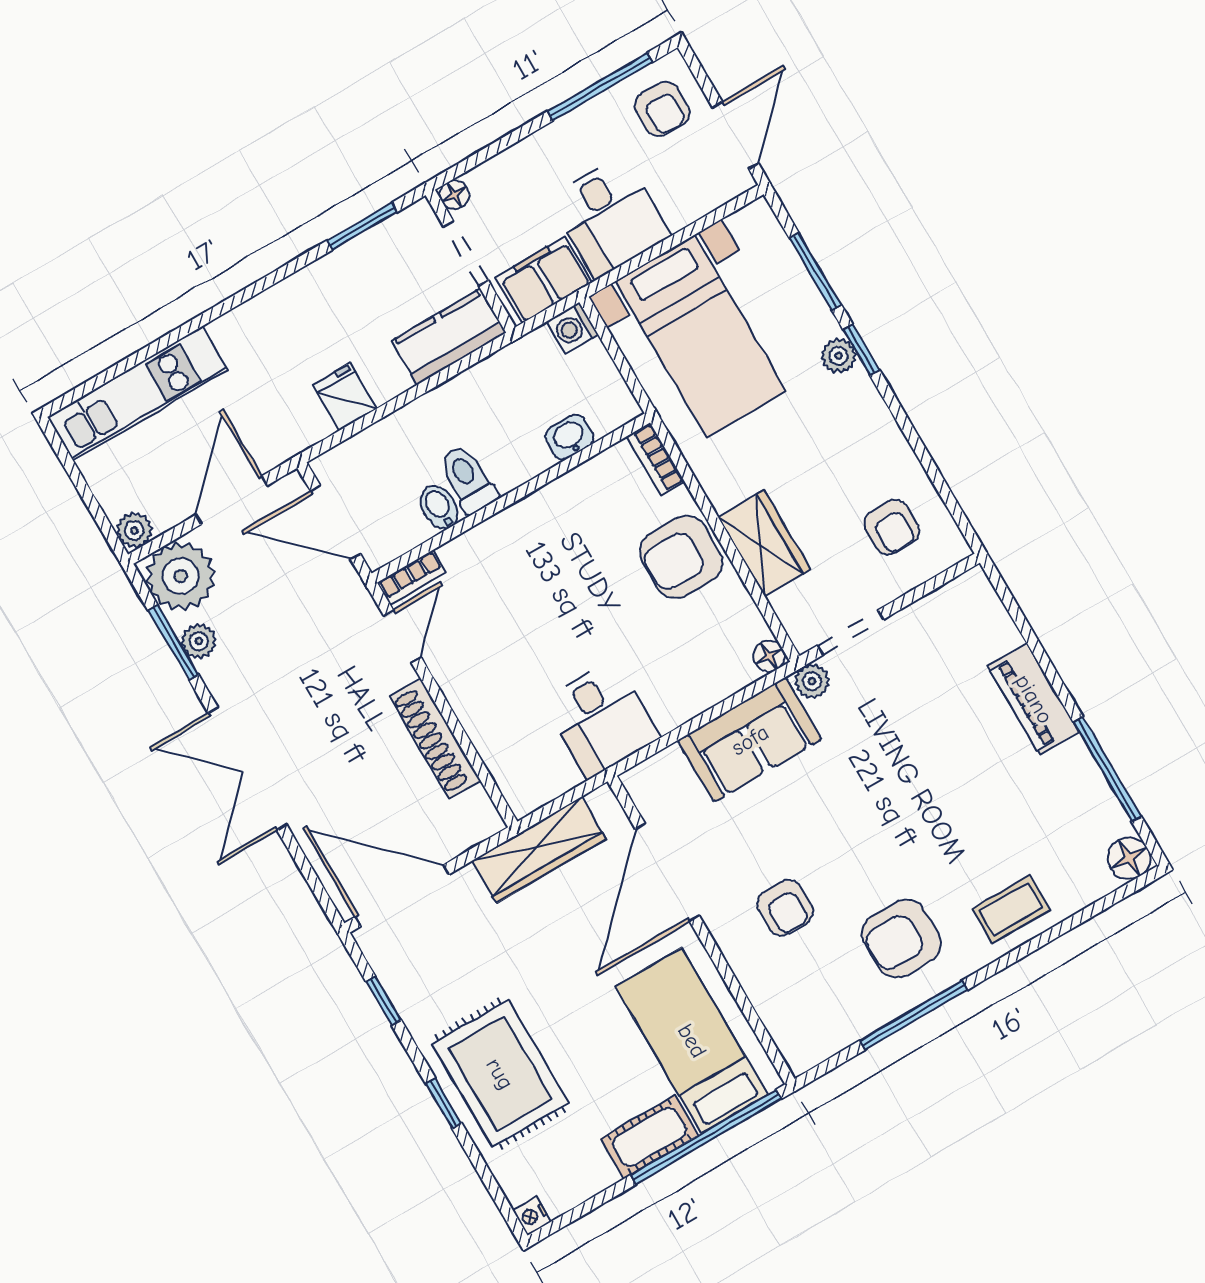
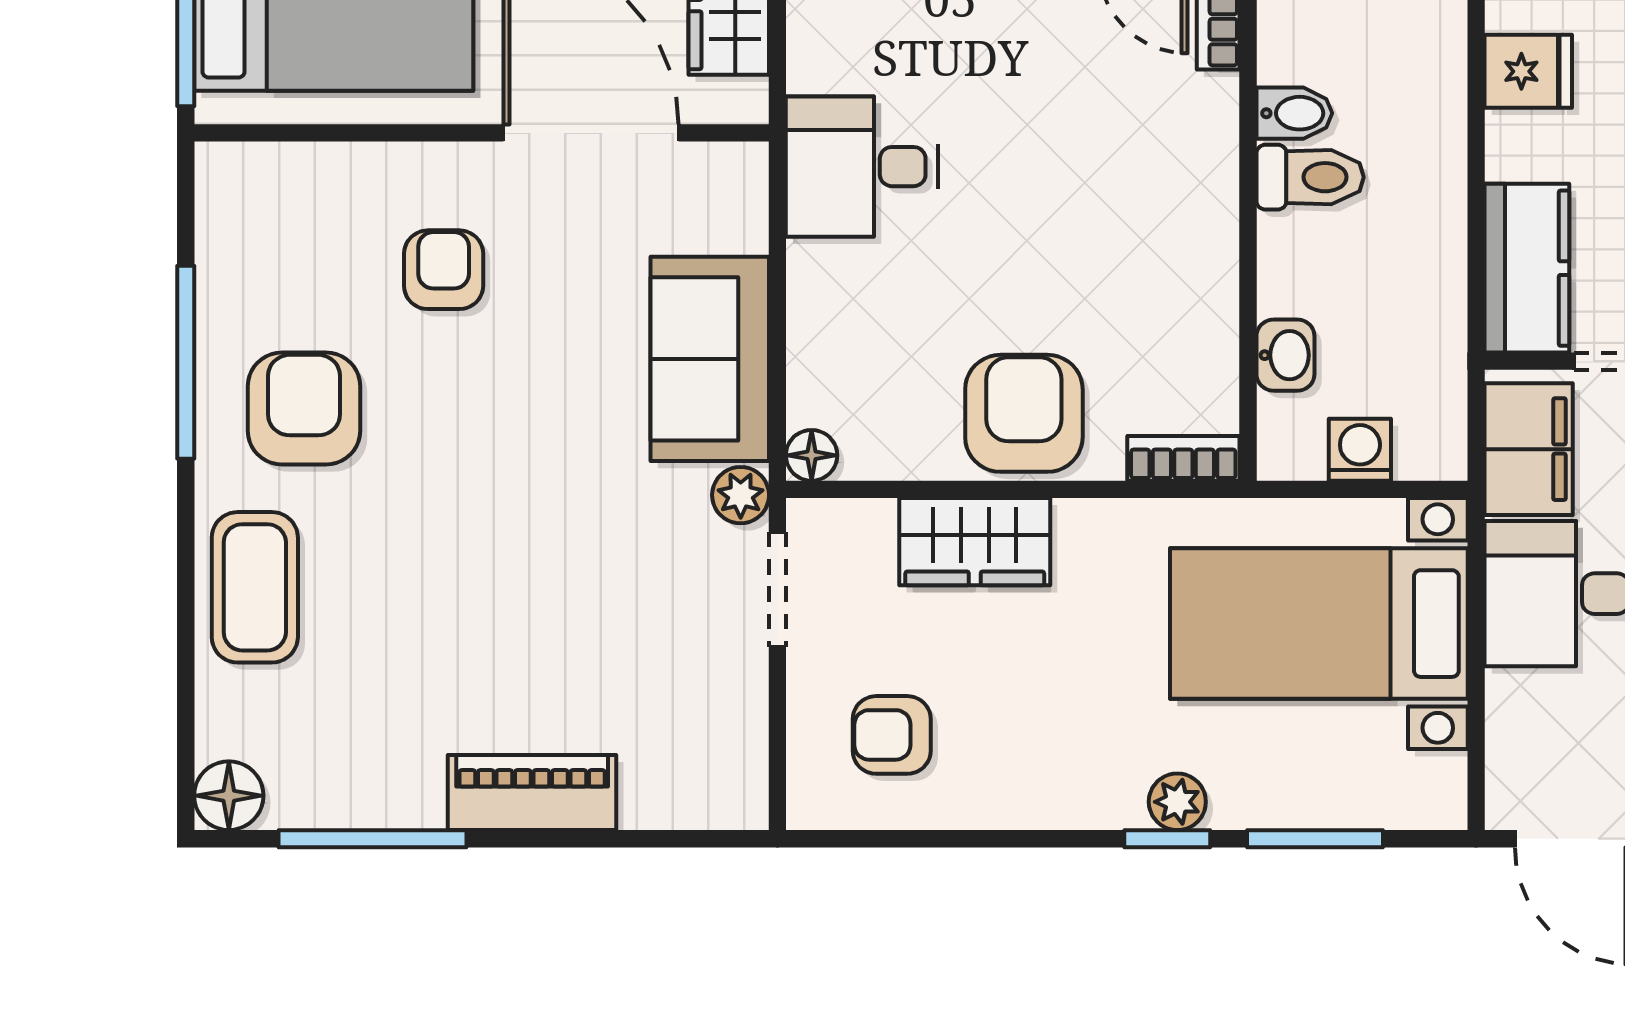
washing machine: (573, 328) -> (1360, 450), moved
armchair: (785, 908) -> (444, 270), turned 90
coffee table: (1011, 909) -> (255, 587), width x1.36, depth x1.30

